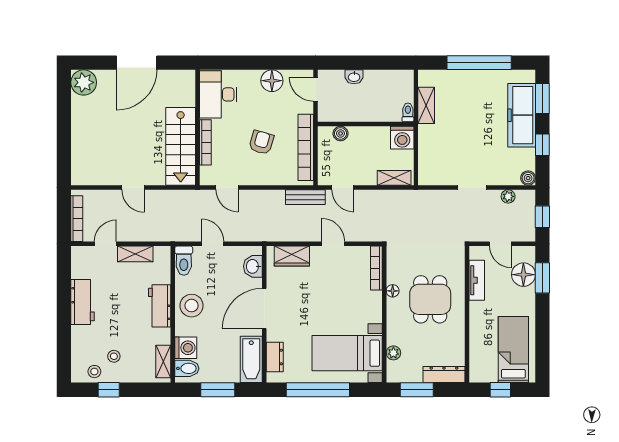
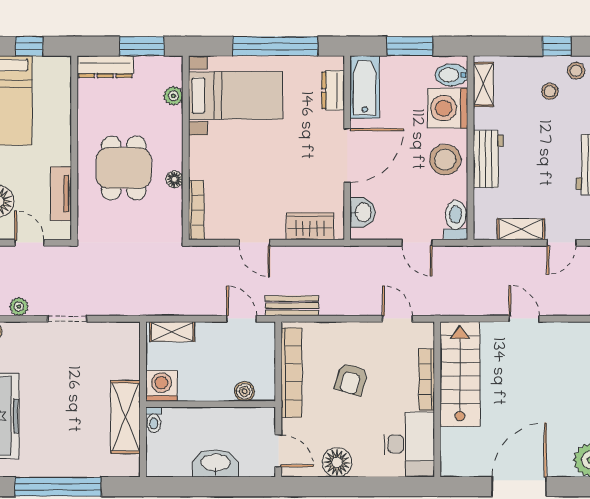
washbasin: (354, 77) -> (216, 463), width x1.91, depth x1.45
shelving: (426, 105) -> (126, 417), width x1.50, depth x1.33
washing machine: (186, 348) -> (448, 108), width x1.37, depth x1.37

